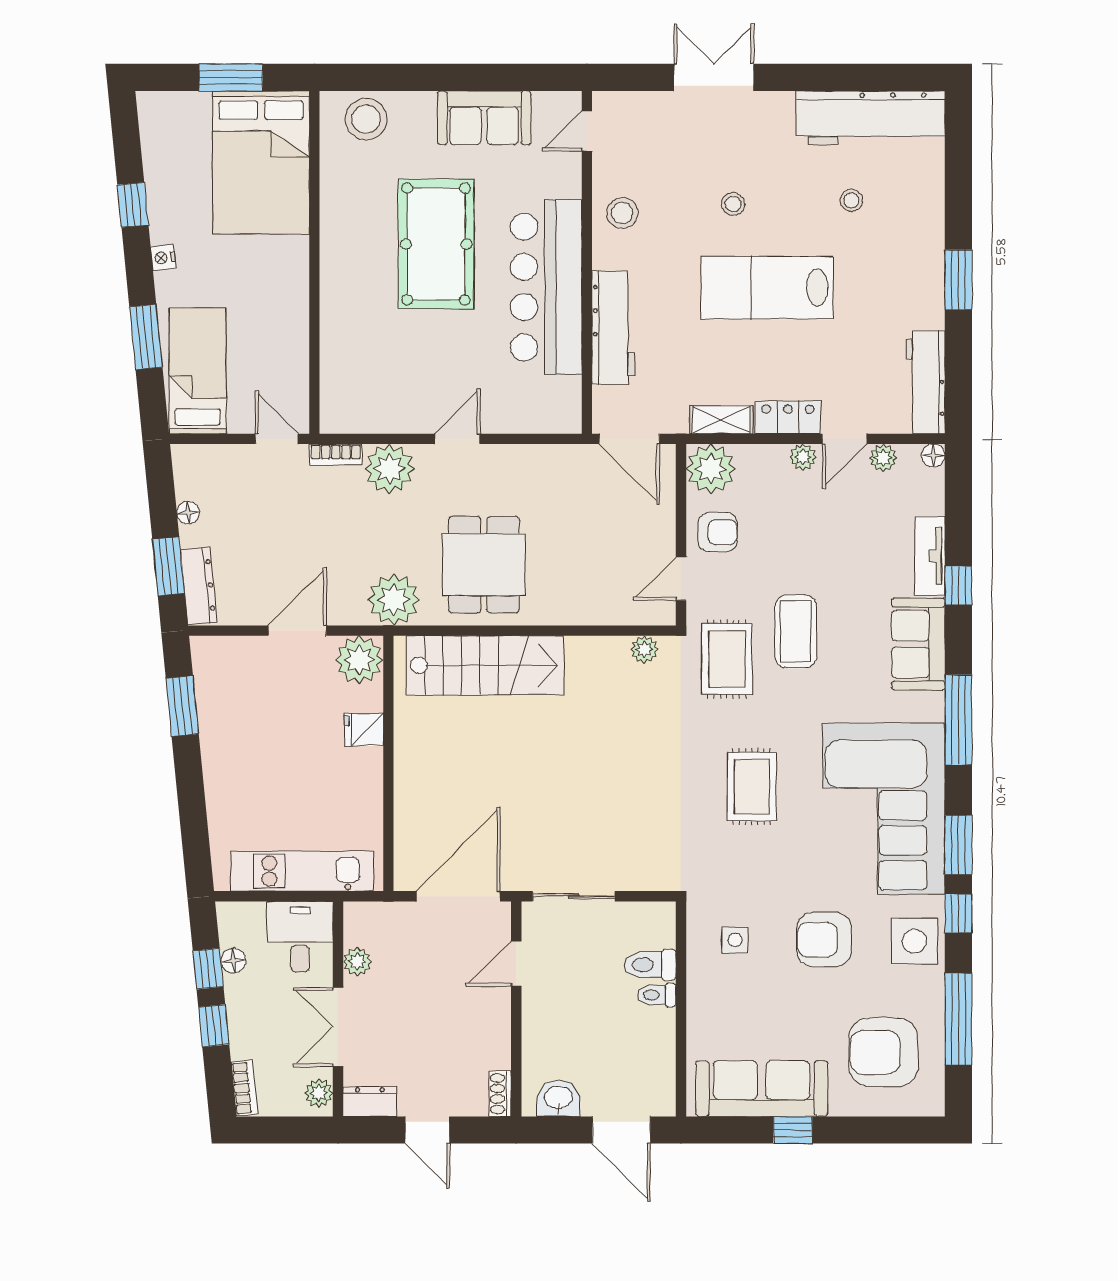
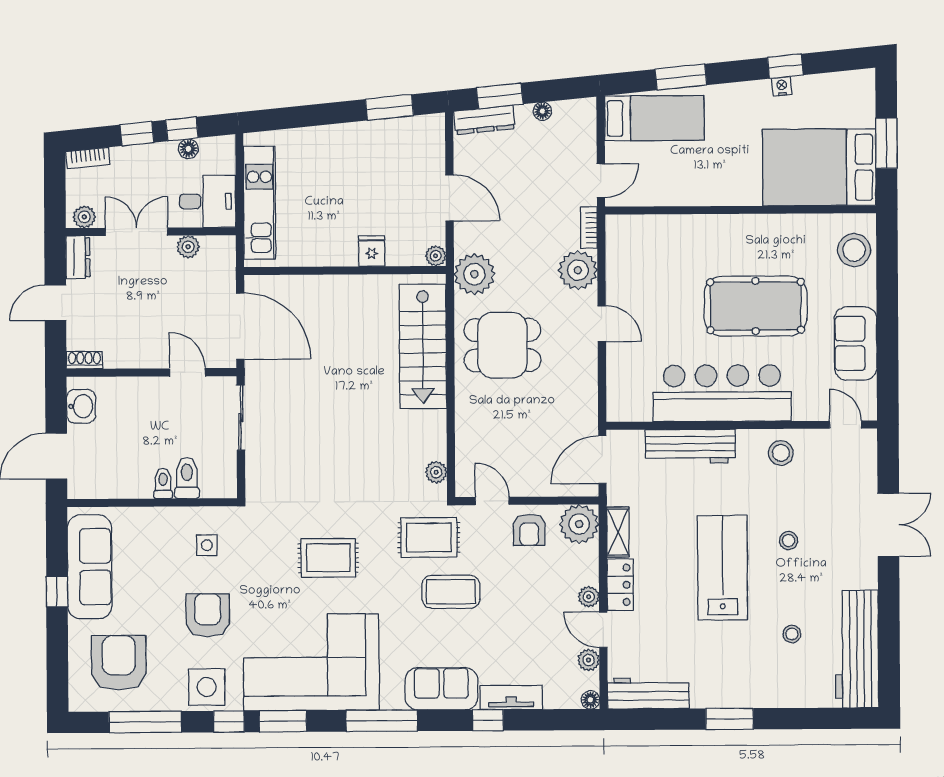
nightstand: (163, 258) -> (782, 86), moved
plant: (359, 660) -> (436, 256), width x0.53, depth x0.53

